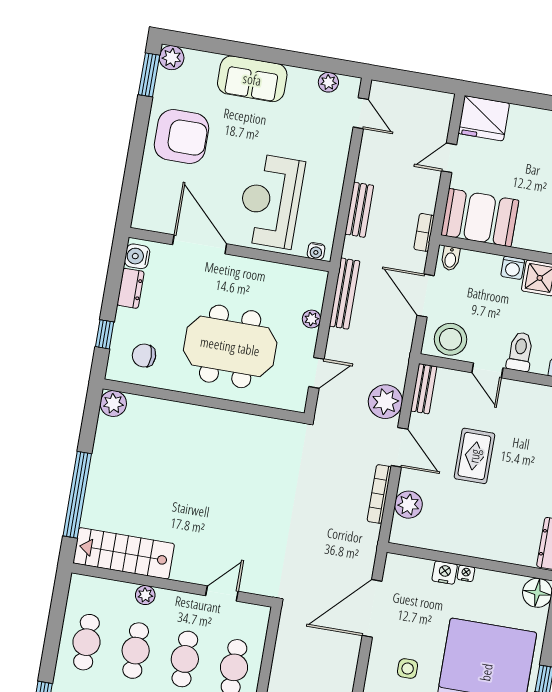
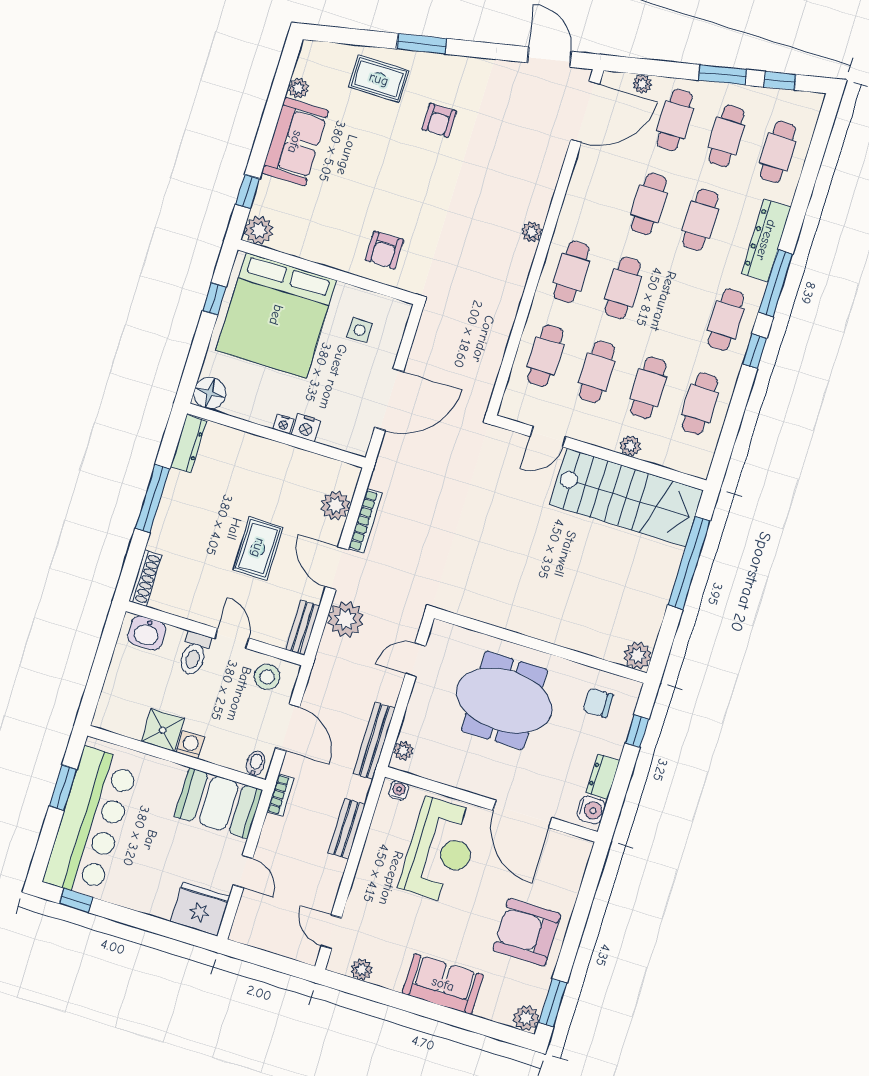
door: (449, 158) -> (243, 872), hinge flipped
plant: (312, 319) -> (403, 751), moved
stool: (451, 339) -> (267, 677), width x0.73, depth x0.73
chair: (144, 356) -> (598, 703), turned 180
stairs: (124, 553) -> (626, 497), width x1.36, depth x1.51

